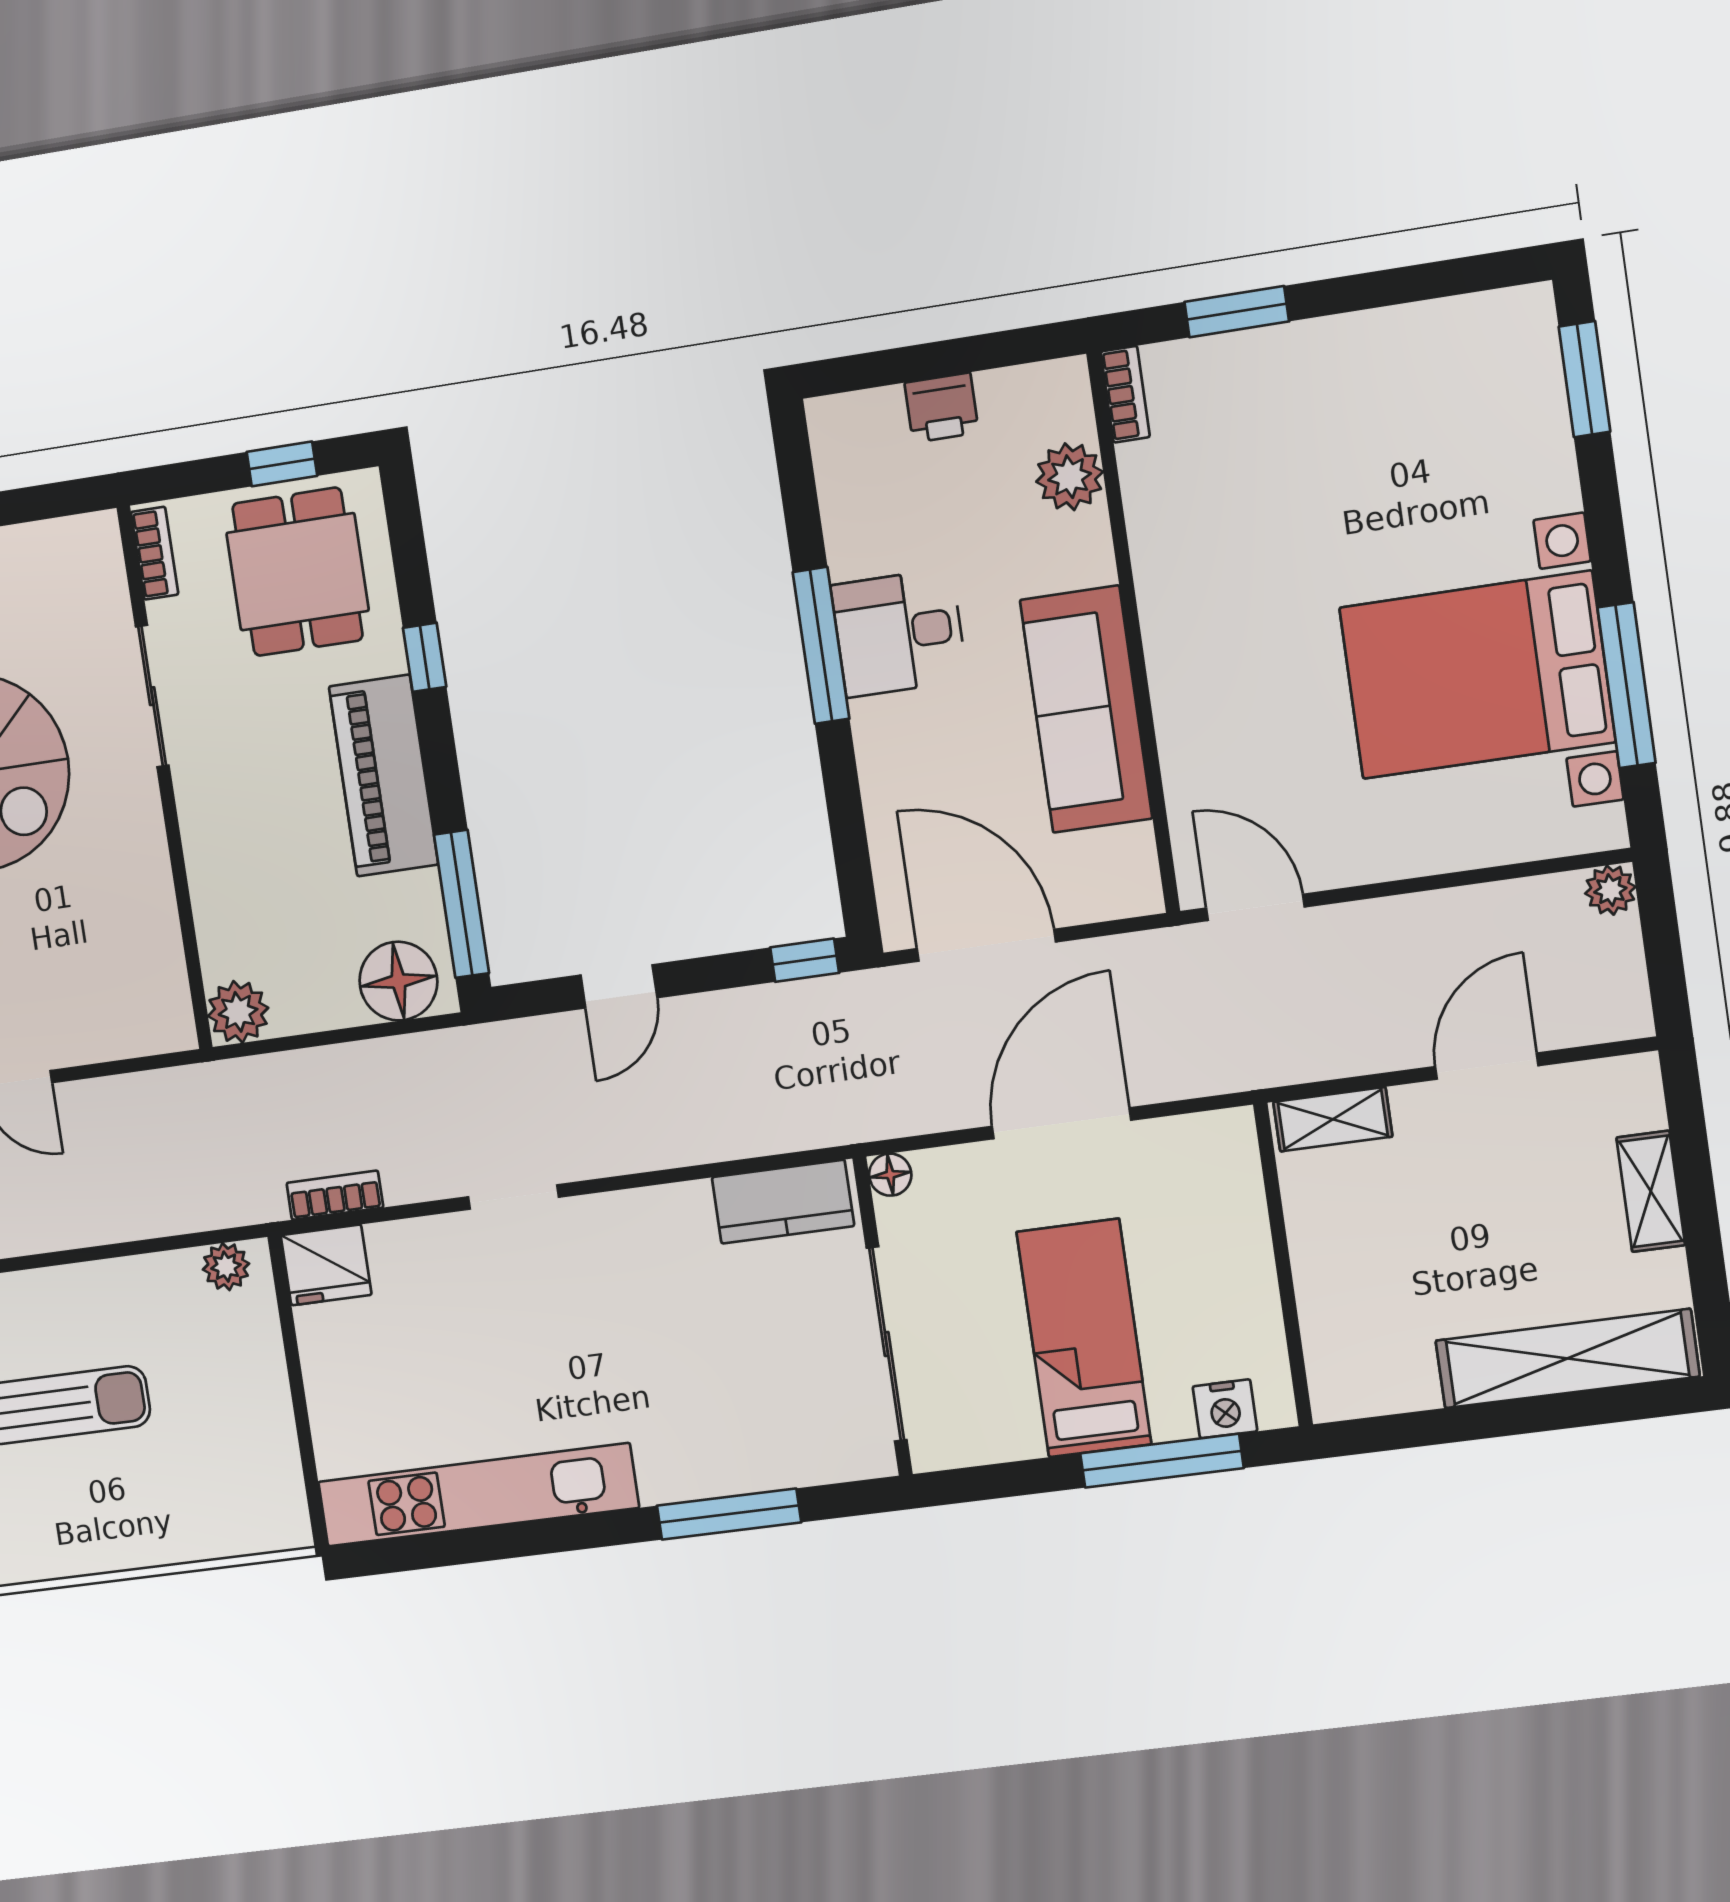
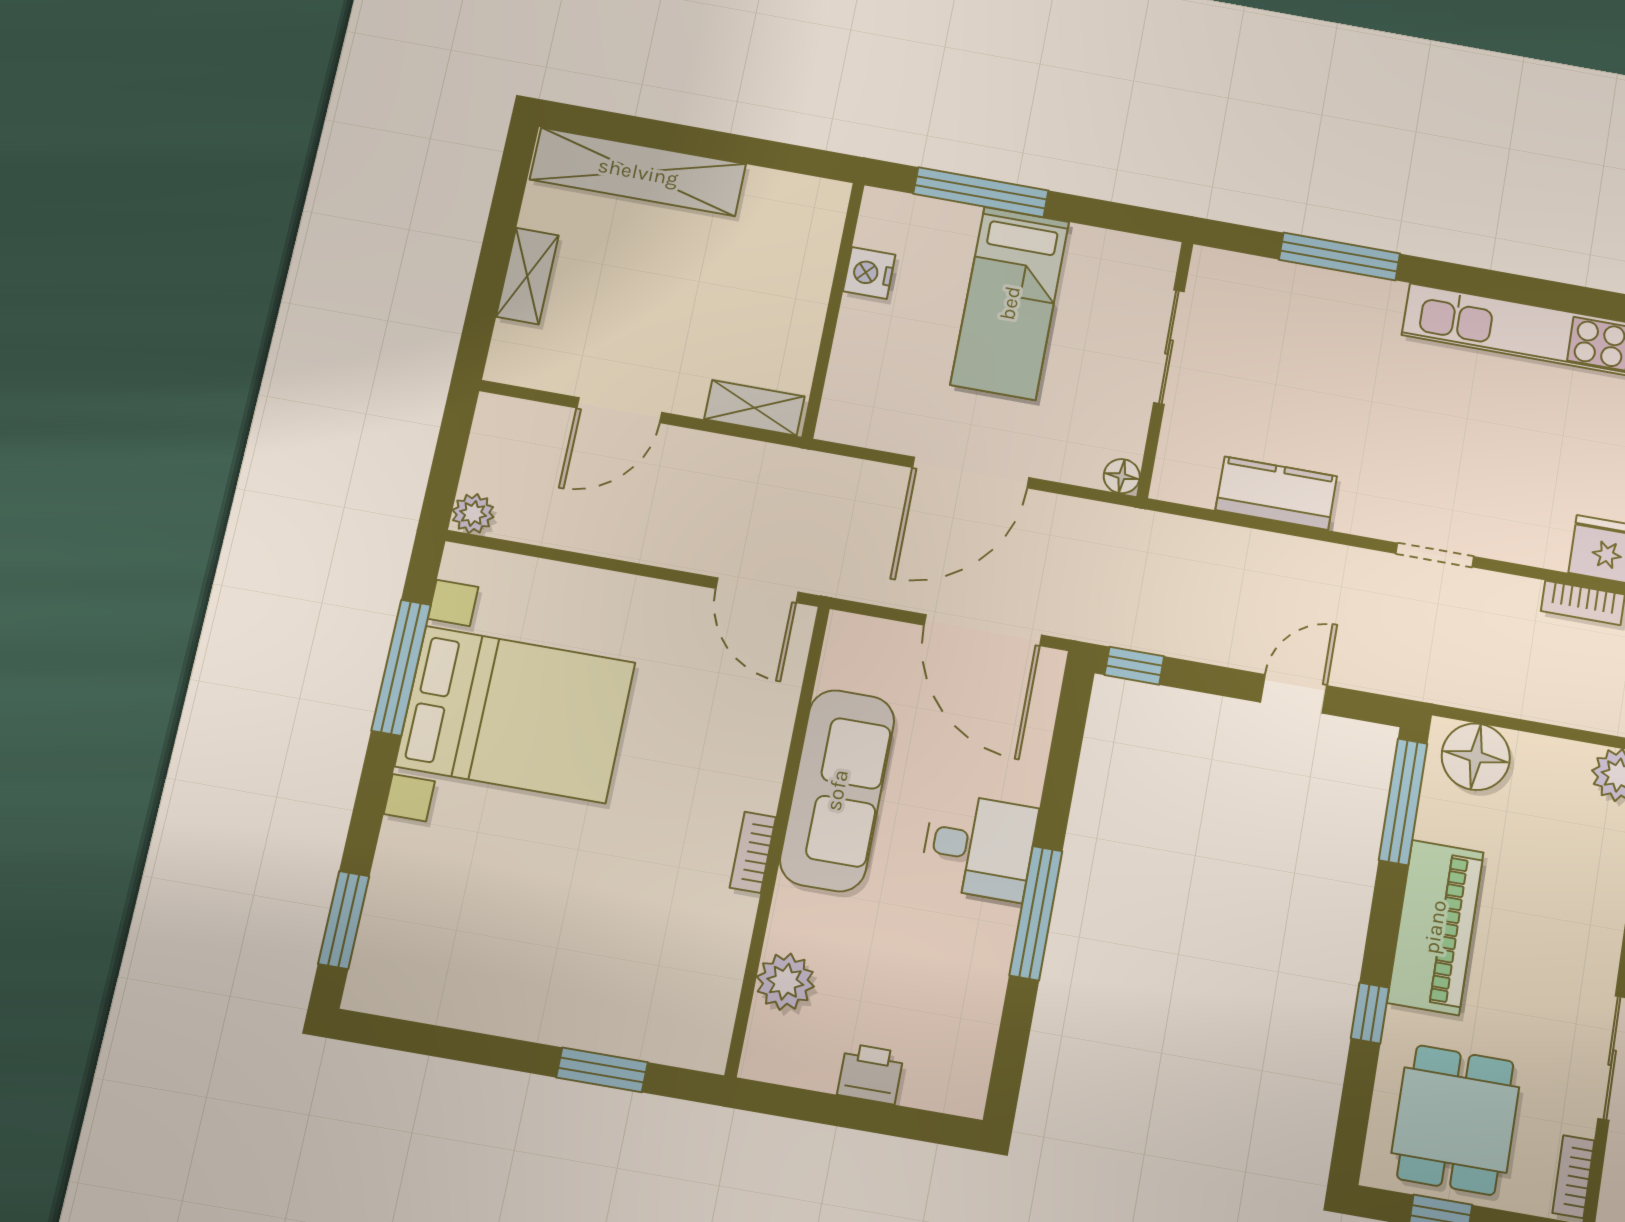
bookcase: (1125, 394) -> (753, 852), moved
desk: (899, 633) -> (979, 847), moved
kitchen counter: (783, 1202) -> (1276, 493), moved
sliding door: (887, 1344) -> (1169, 347), width x0.73
nightstand: (1225, 1409) -> (869, 273), moved, turned -90

